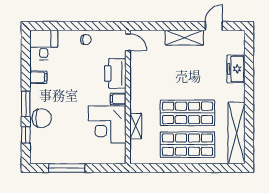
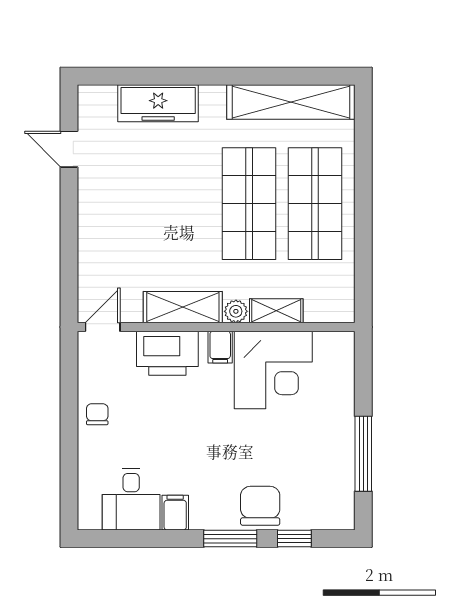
shelving: (184, 38) -> (183, 307), moved, turned 90
desk: (44, 45) -> (131, 499), moved, turned -90
freezer: (236, 69) -> (158, 103), width x1.40
plant: (135, 106) -> (236, 311), added

